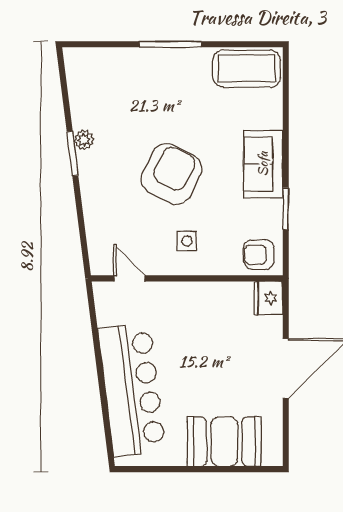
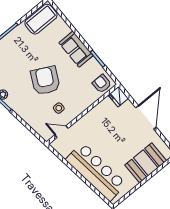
side table: (187, 241) -> (59, 108), moved
armchair: (259, 255) -> (102, 84), turned 90

